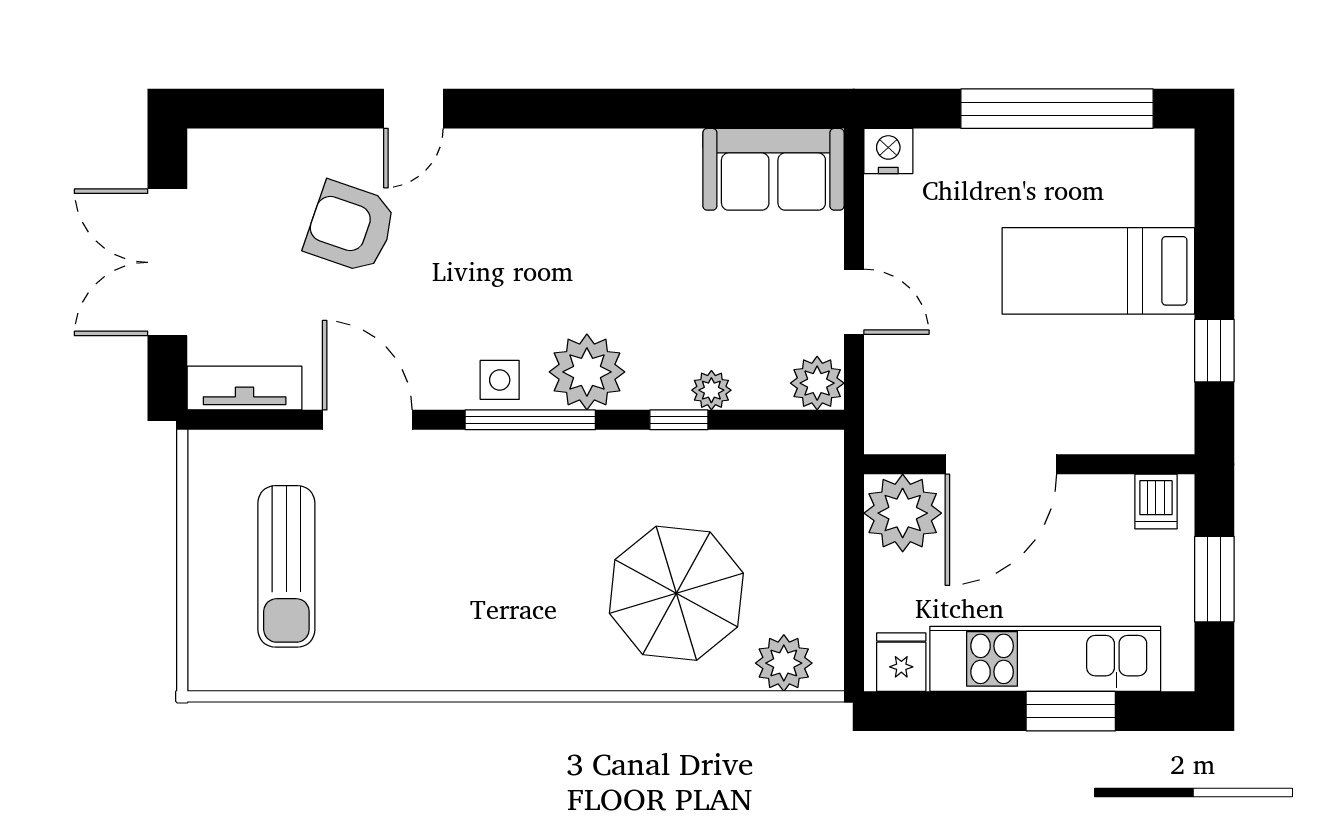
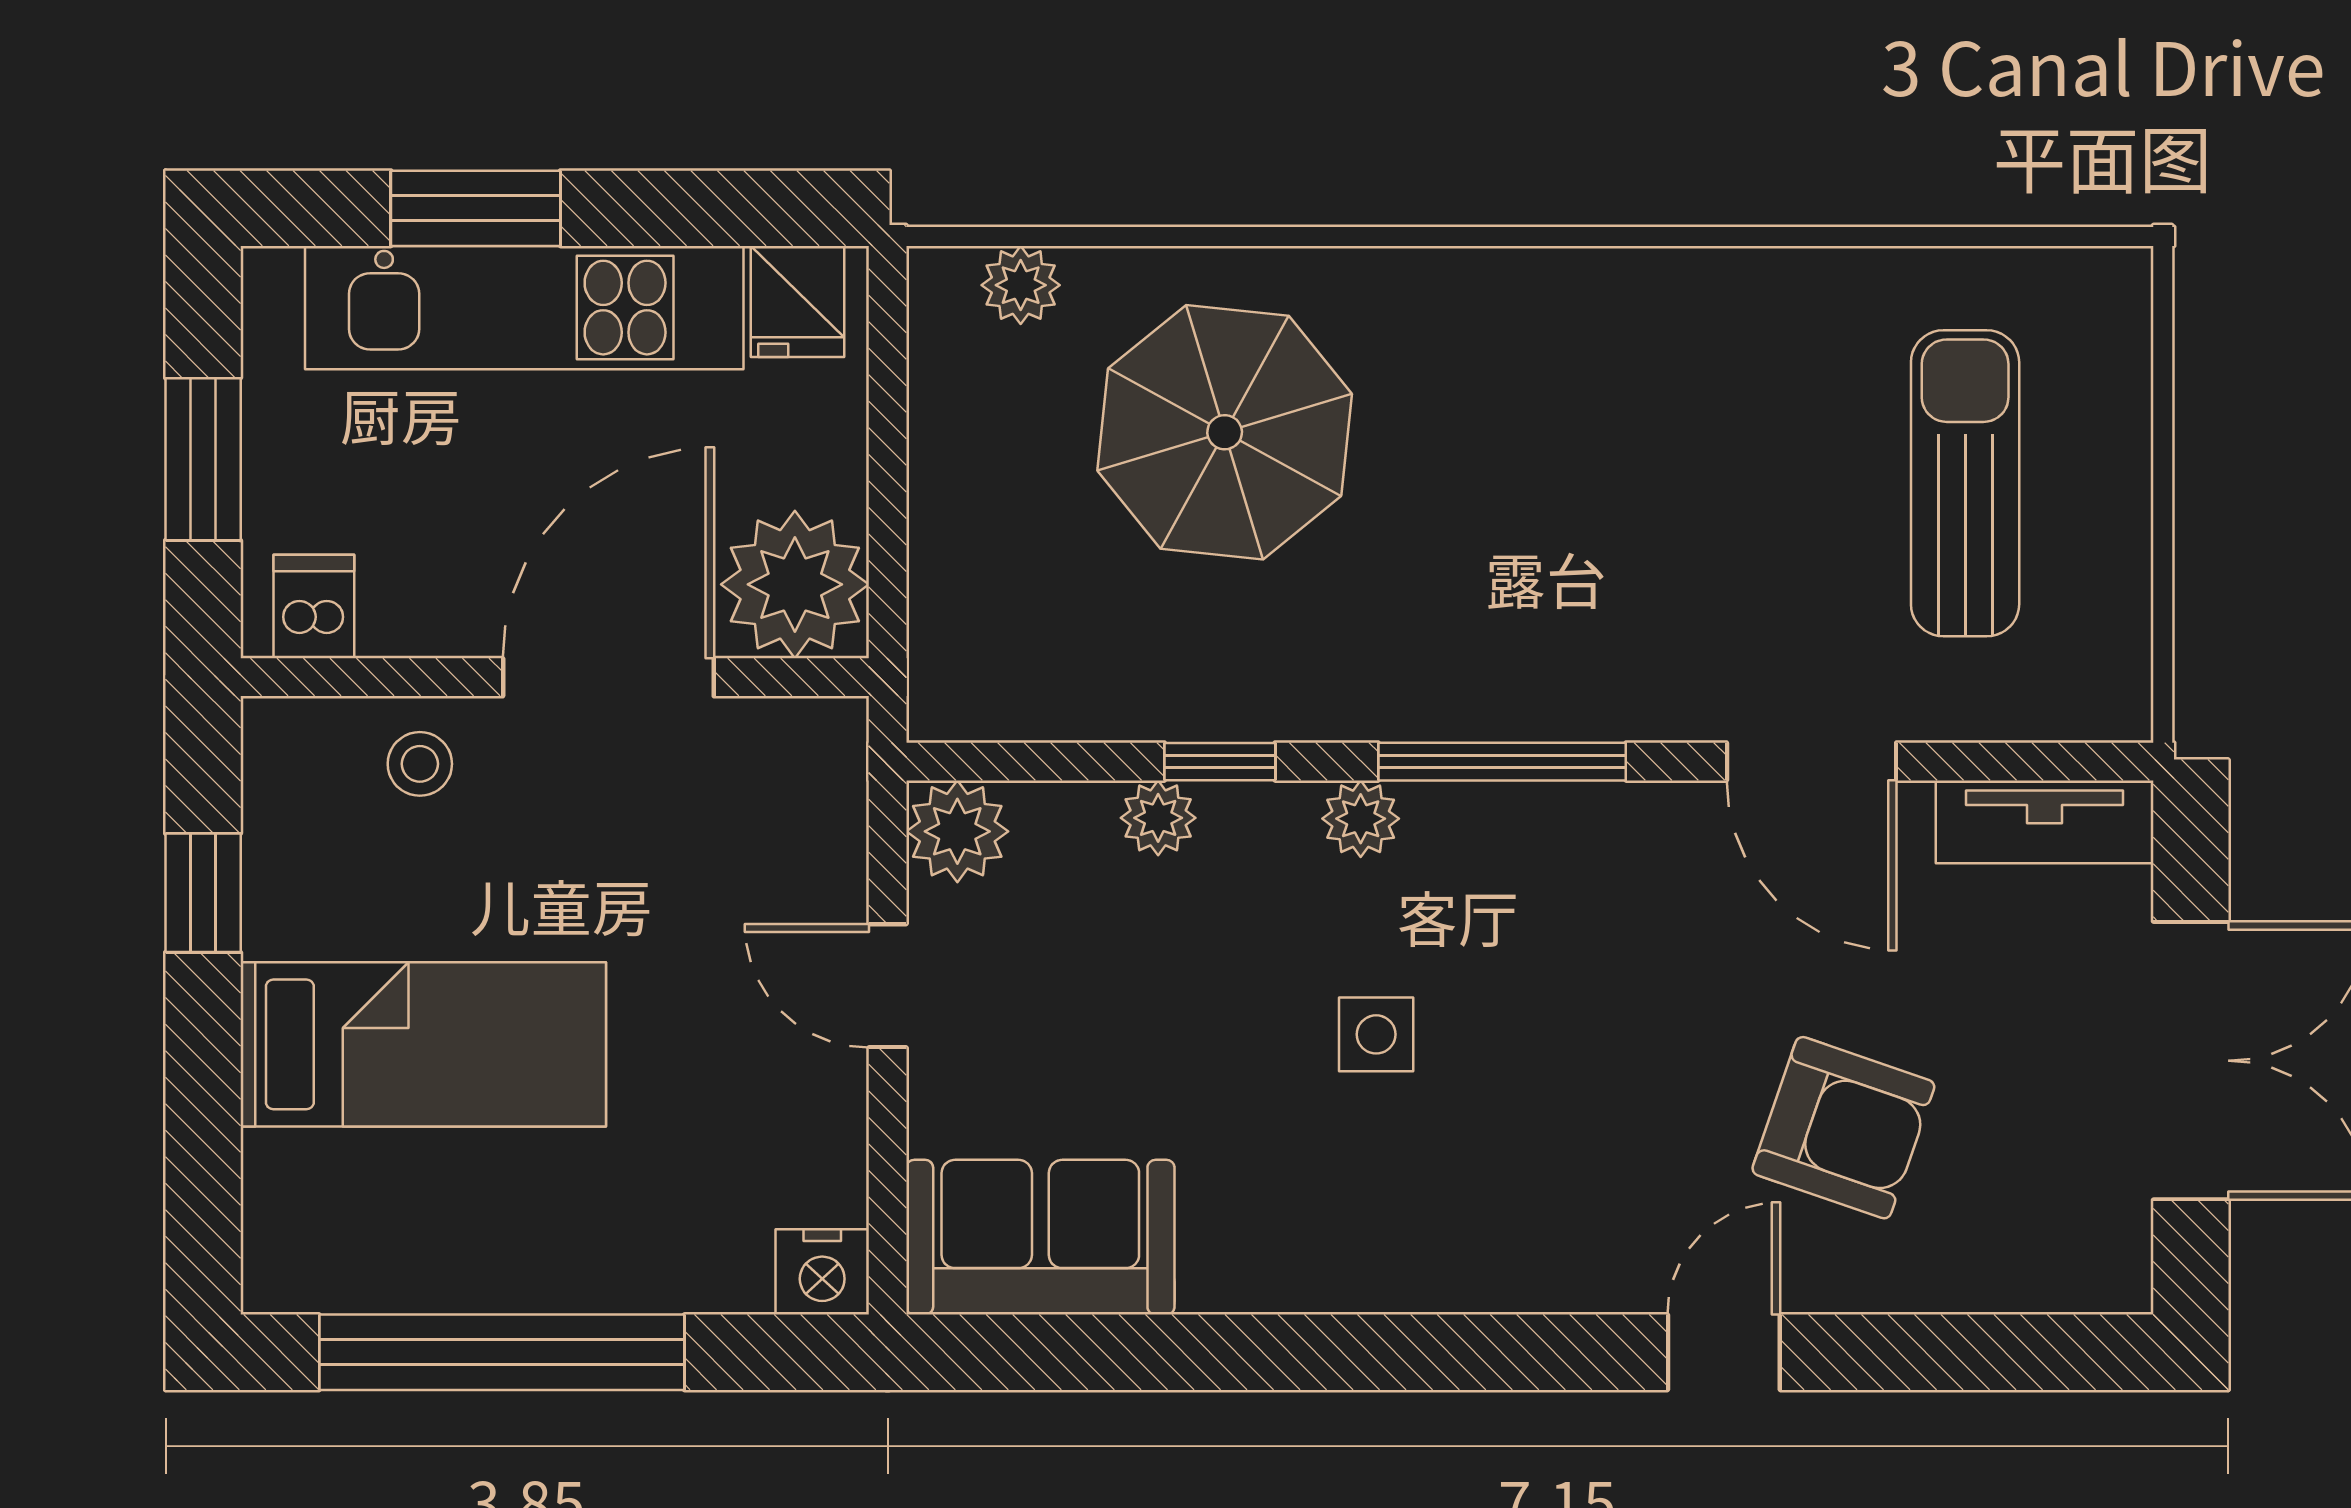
plant: (587, 372) -> (1361, 819), width x0.53, depth x0.53
side table: (500, 380) -> (1376, 1034), moved
stool: (1100, 419) -> (420, 764), added
plant: (784, 663) -> (1021, 285), width x0.73, depth x0.73

